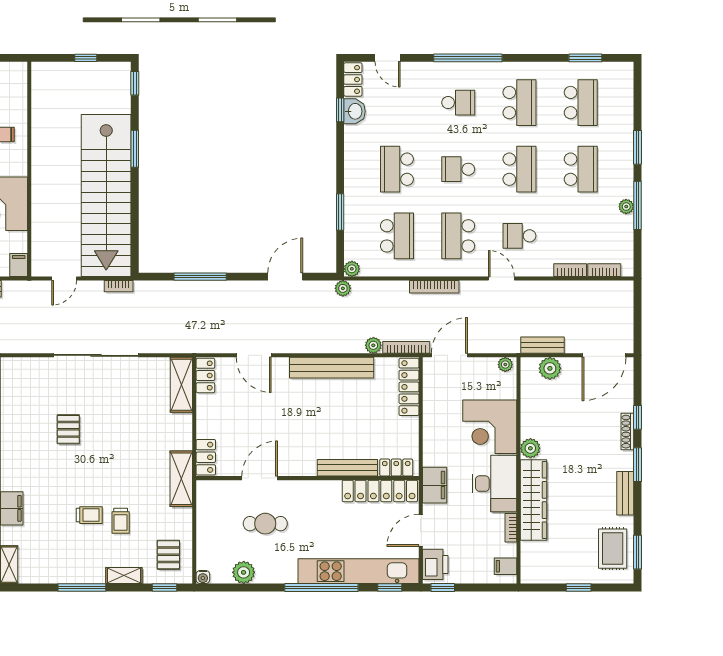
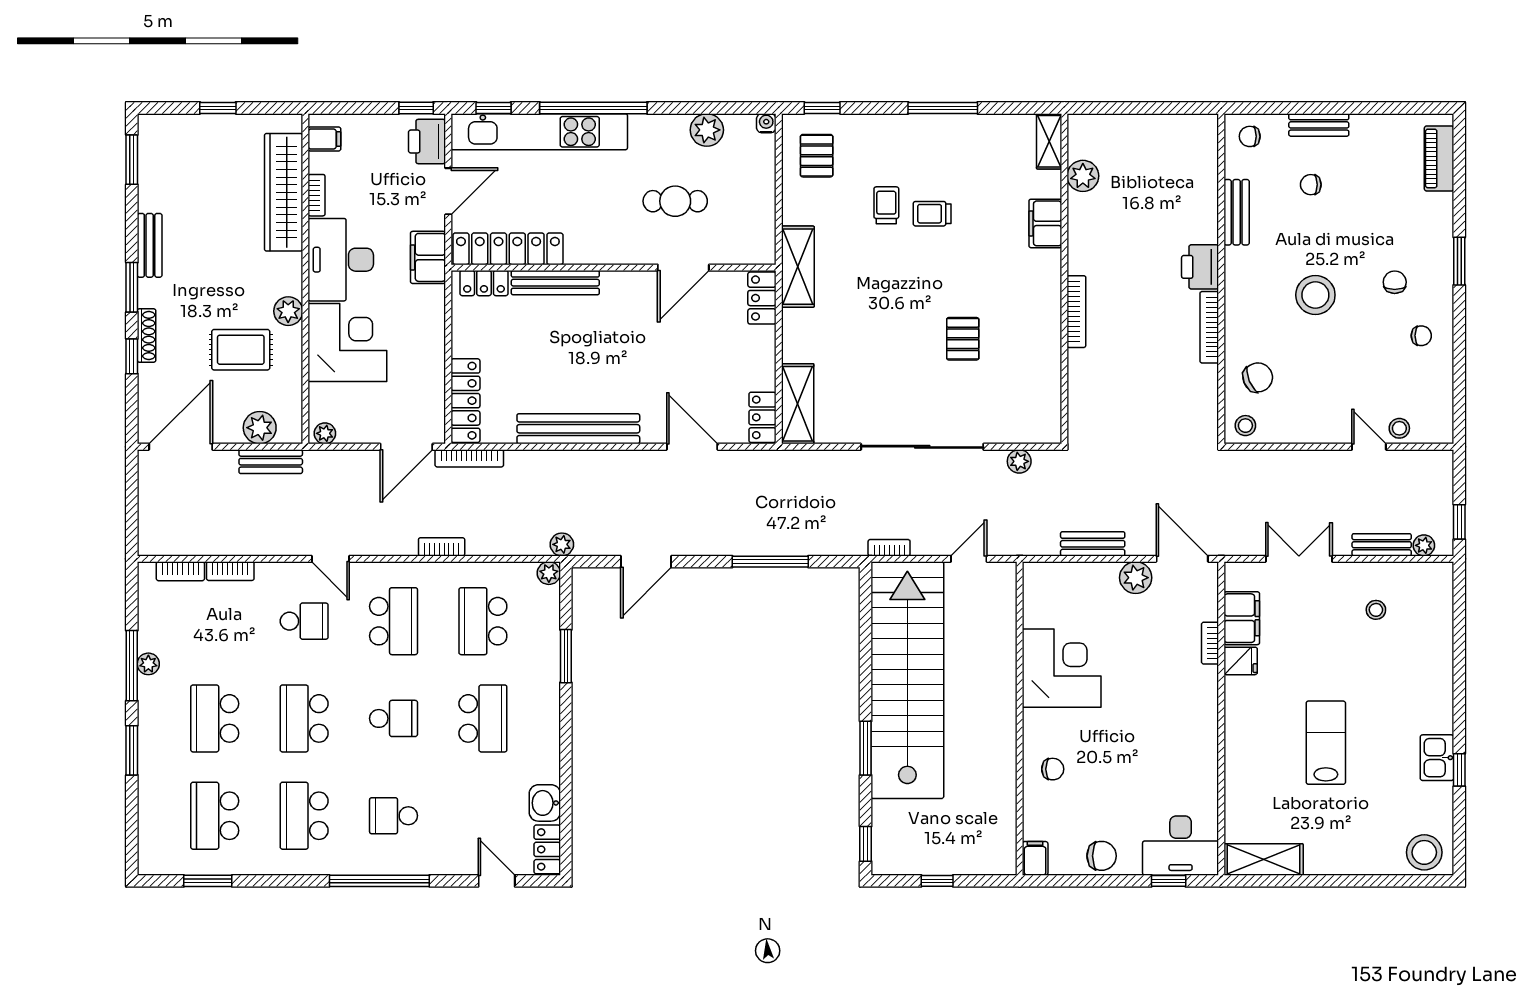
window: (340, 110) -> (566, 805), removed
filing cabinet: (19, 265) -> (1035, 858), moved, turned 180
bookcase: (434, 287) -> (442, 547), width x0.64
plant: (373, 345) -> (1019, 461), moved
wardrobe: (534, 500) -> (284, 192), moved
rug: (613, 549) -> (241, 350), moved, turned 90
shelving: (124, 576) -> (881, 125), removed

